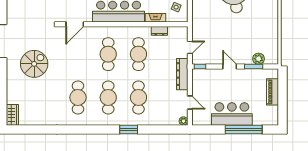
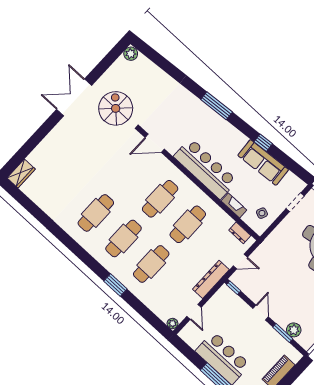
dresser: (159, 31) -> (240, 233), moved
spiral stairs: (34, 64) -> (116, 108), moved, turned -90

